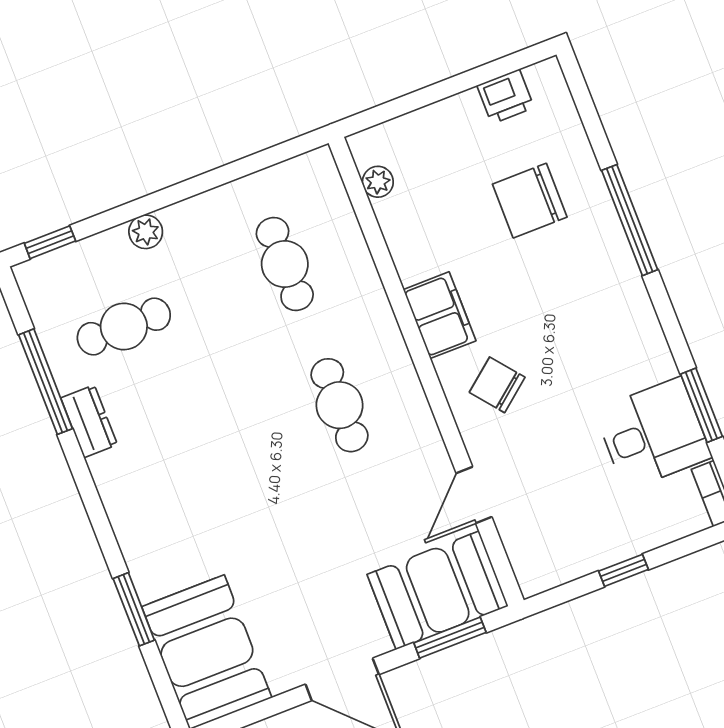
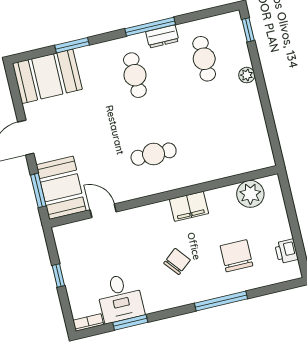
plant: (378, 182) -> (250, 194), width x1.88, depth x1.88
cafe table: (285, 264) -> (135, 75), moved, turned 90
window: (46, 382) -> (150, 27), moved
chair: (497, 385) -> (177, 261), moved

